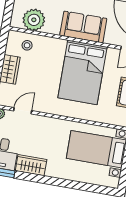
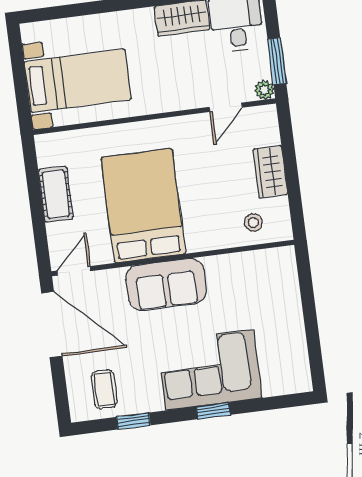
plant: (34, 20) -> (255, 270), removed

